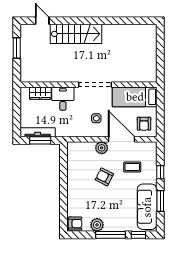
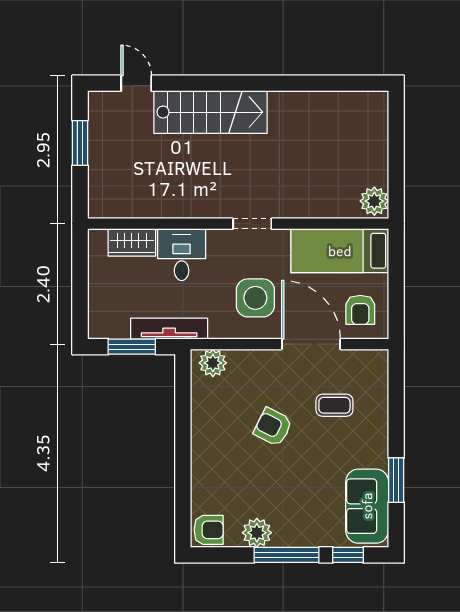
plant: (150, 74) -> (374, 201), added
doorway: (95, 85) -> (252, 224), width x0.53
side table: (96, 118) -> (255, 298), width x1.87, depth x1.87
tv unit: (38, 132) -> (169, 329), moved
plant: (102, 148) -> (213, 363), moved
window: (160, 172) -> (396, 417), removed
sofa: (147, 207) -> (367, 506), width x0.73

